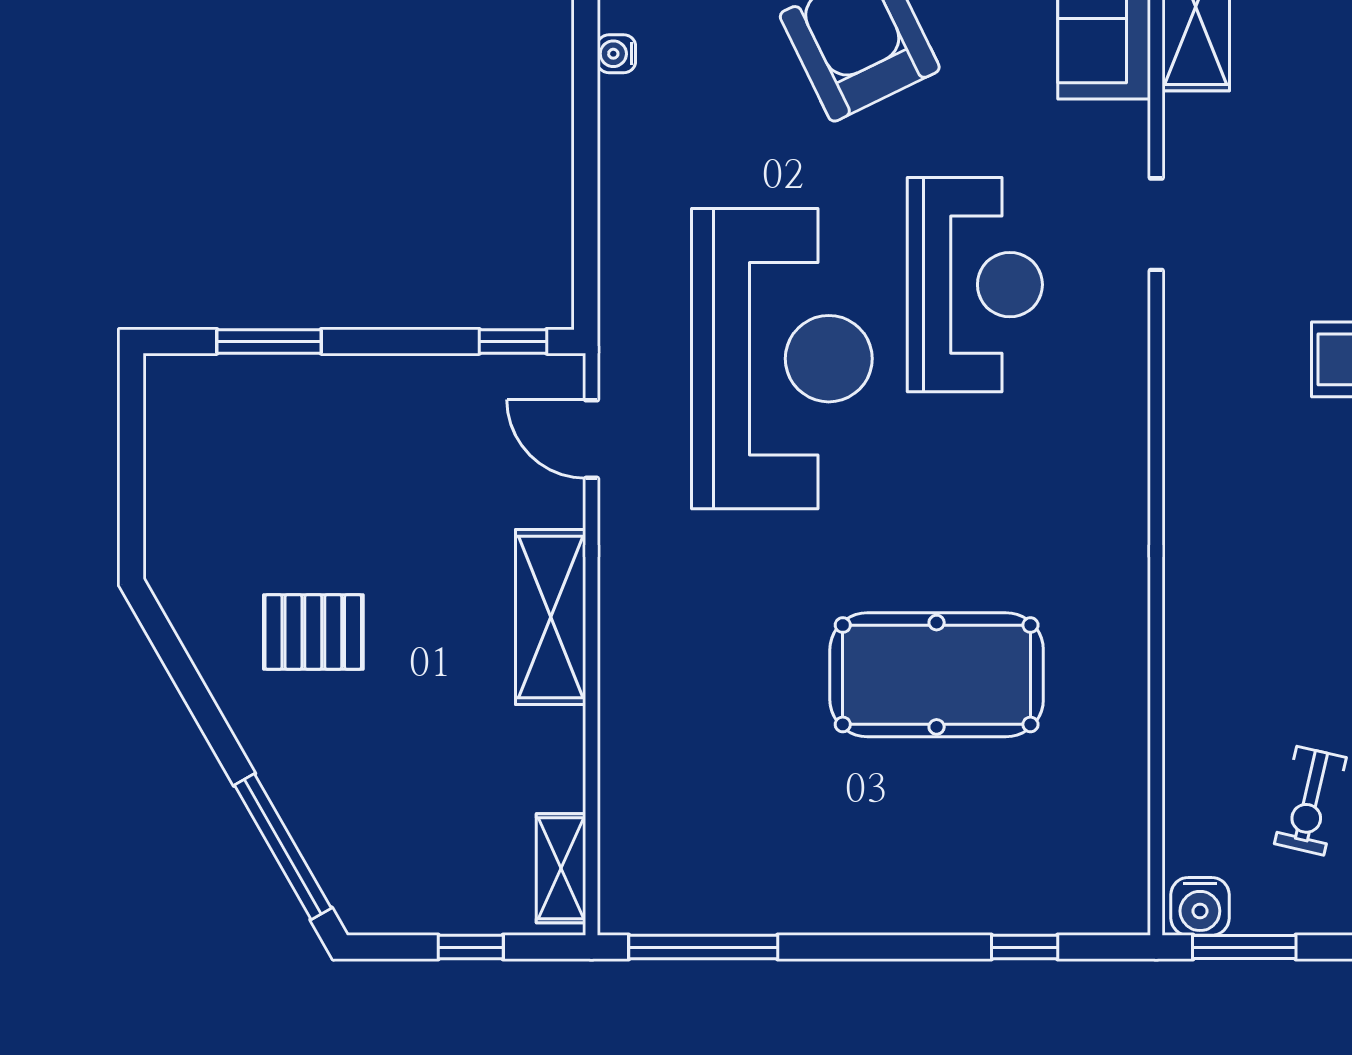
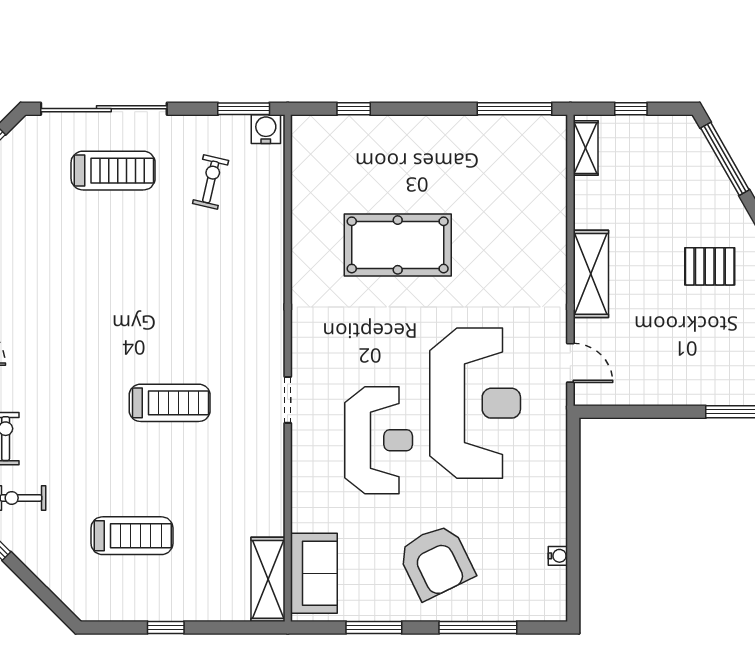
doorway: (1156, 224) -> (288, 400), moved
reception desk: (975, 285) -> (379, 440), turned 180
window: (513, 341) -> (610, 412), removed
reception desk: (782, 359) -> (475, 403), turned 180

